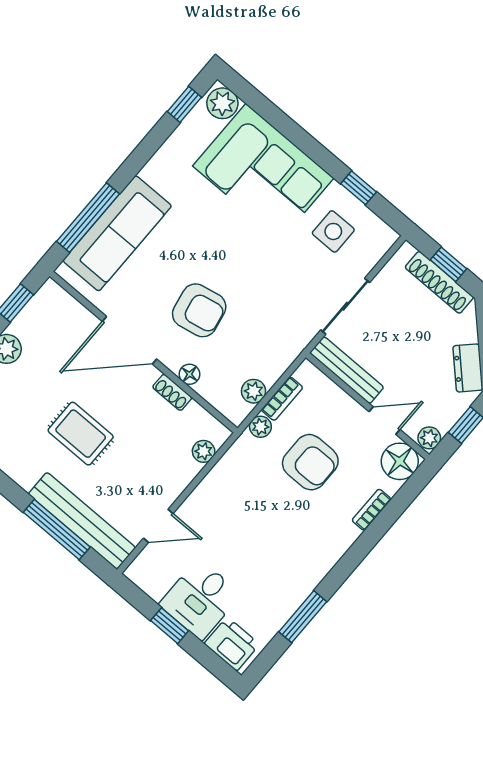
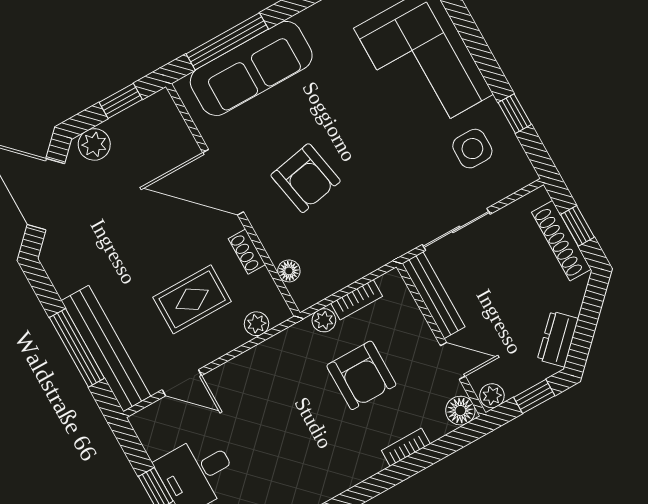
floor lamp: (189, 374) -> (289, 271), moved
plant: (254, 391) -> (330, 281), removed
rug: (81, 434) -> (192, 299), moved, turned 90
floor lamp: (400, 461) -> (460, 411), width x0.73, depth x0.73

